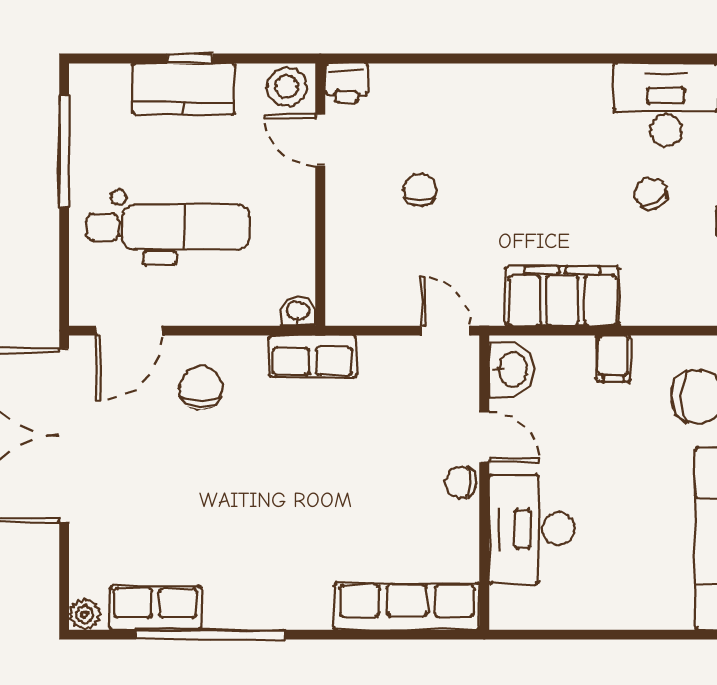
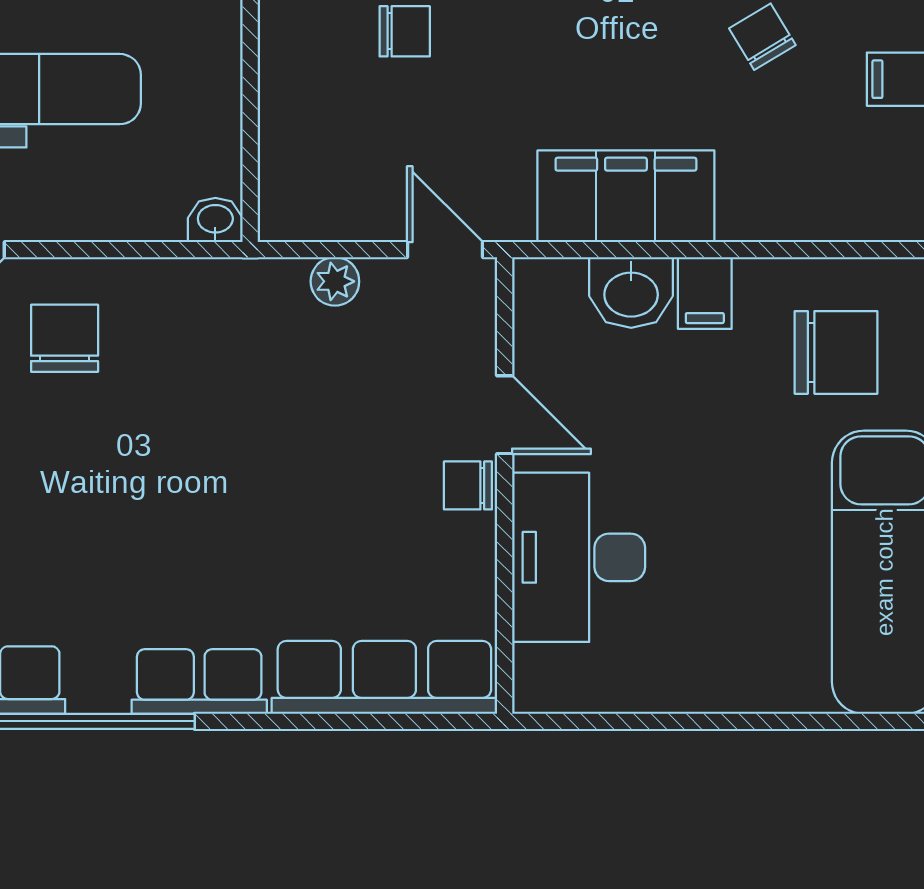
chair: (420, 190) -> (405, 31), turned 90
plant: (375, 351) -> (335, 281), added
row of seats: (312, 356) -> (199, 682), moved, turned 180
washbasin: (512, 370) -> (631, 292), moved, turned 90

